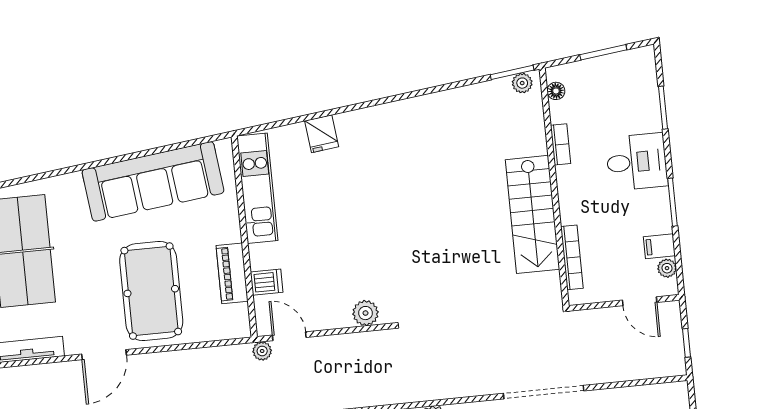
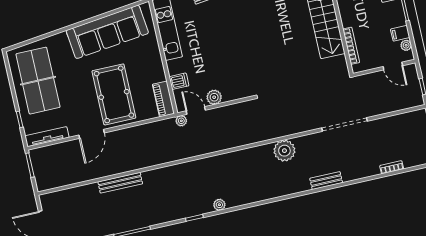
piano: (232, 273) -> (163, 99), moved
plant: (365, 313) -> (214, 97), moved

